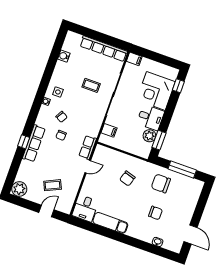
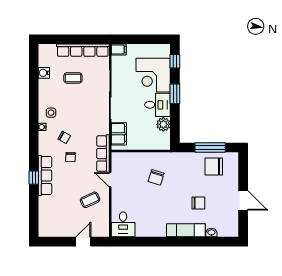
coffee table: (91, 85) -> (73, 78), moved
filing cabinet: (109, 130) -> (119, 134), width x2.00
window: (159, 140) -> (175, 94), moved
row of seats: (88, 147) -> (103, 154), width x1.48
door: (88, 167) -> (110, 180), swing flipped
chair: (161, 183) -> (214, 167), moved
coffee table: (53, 185) -> (90, 200), moved
plant: (19, 189) -> (47, 229), removed
exam couch: (110, 223) -> (186, 230), moved
door: (191, 235) -> (243, 200), moved

